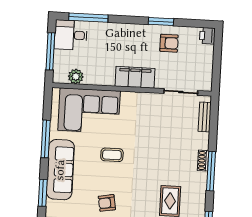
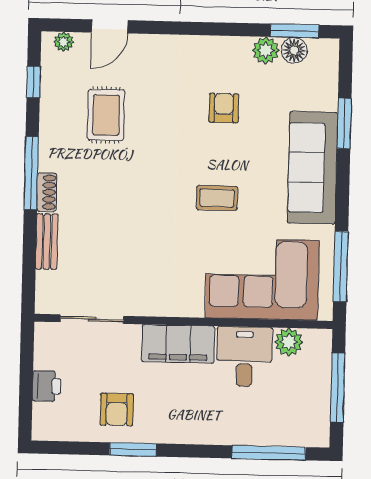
desk: (71, 35) -> (244, 357), moved, turned -90
printer: (207, 36) -> (47, 386), moved
armchair: (169, 43) -> (117, 409), turned -90
bench: (205, 117) -> (47, 242), moved
window: (46, 139) -> (341, 267), moved
armchair: (107, 203) -> (224, 108), turned -80

